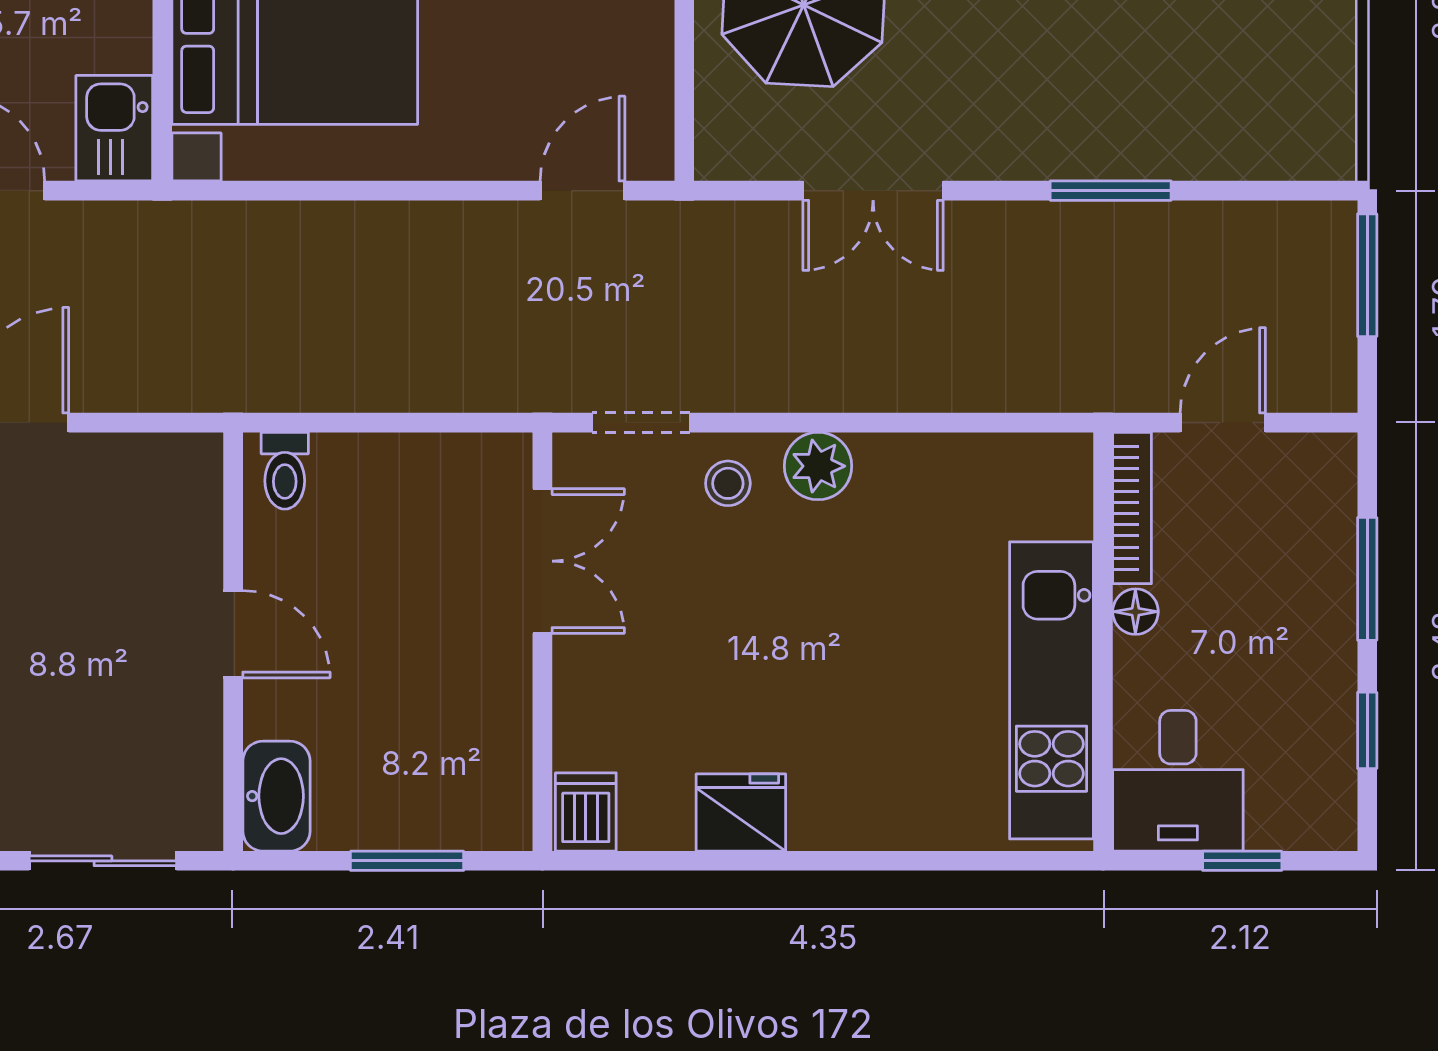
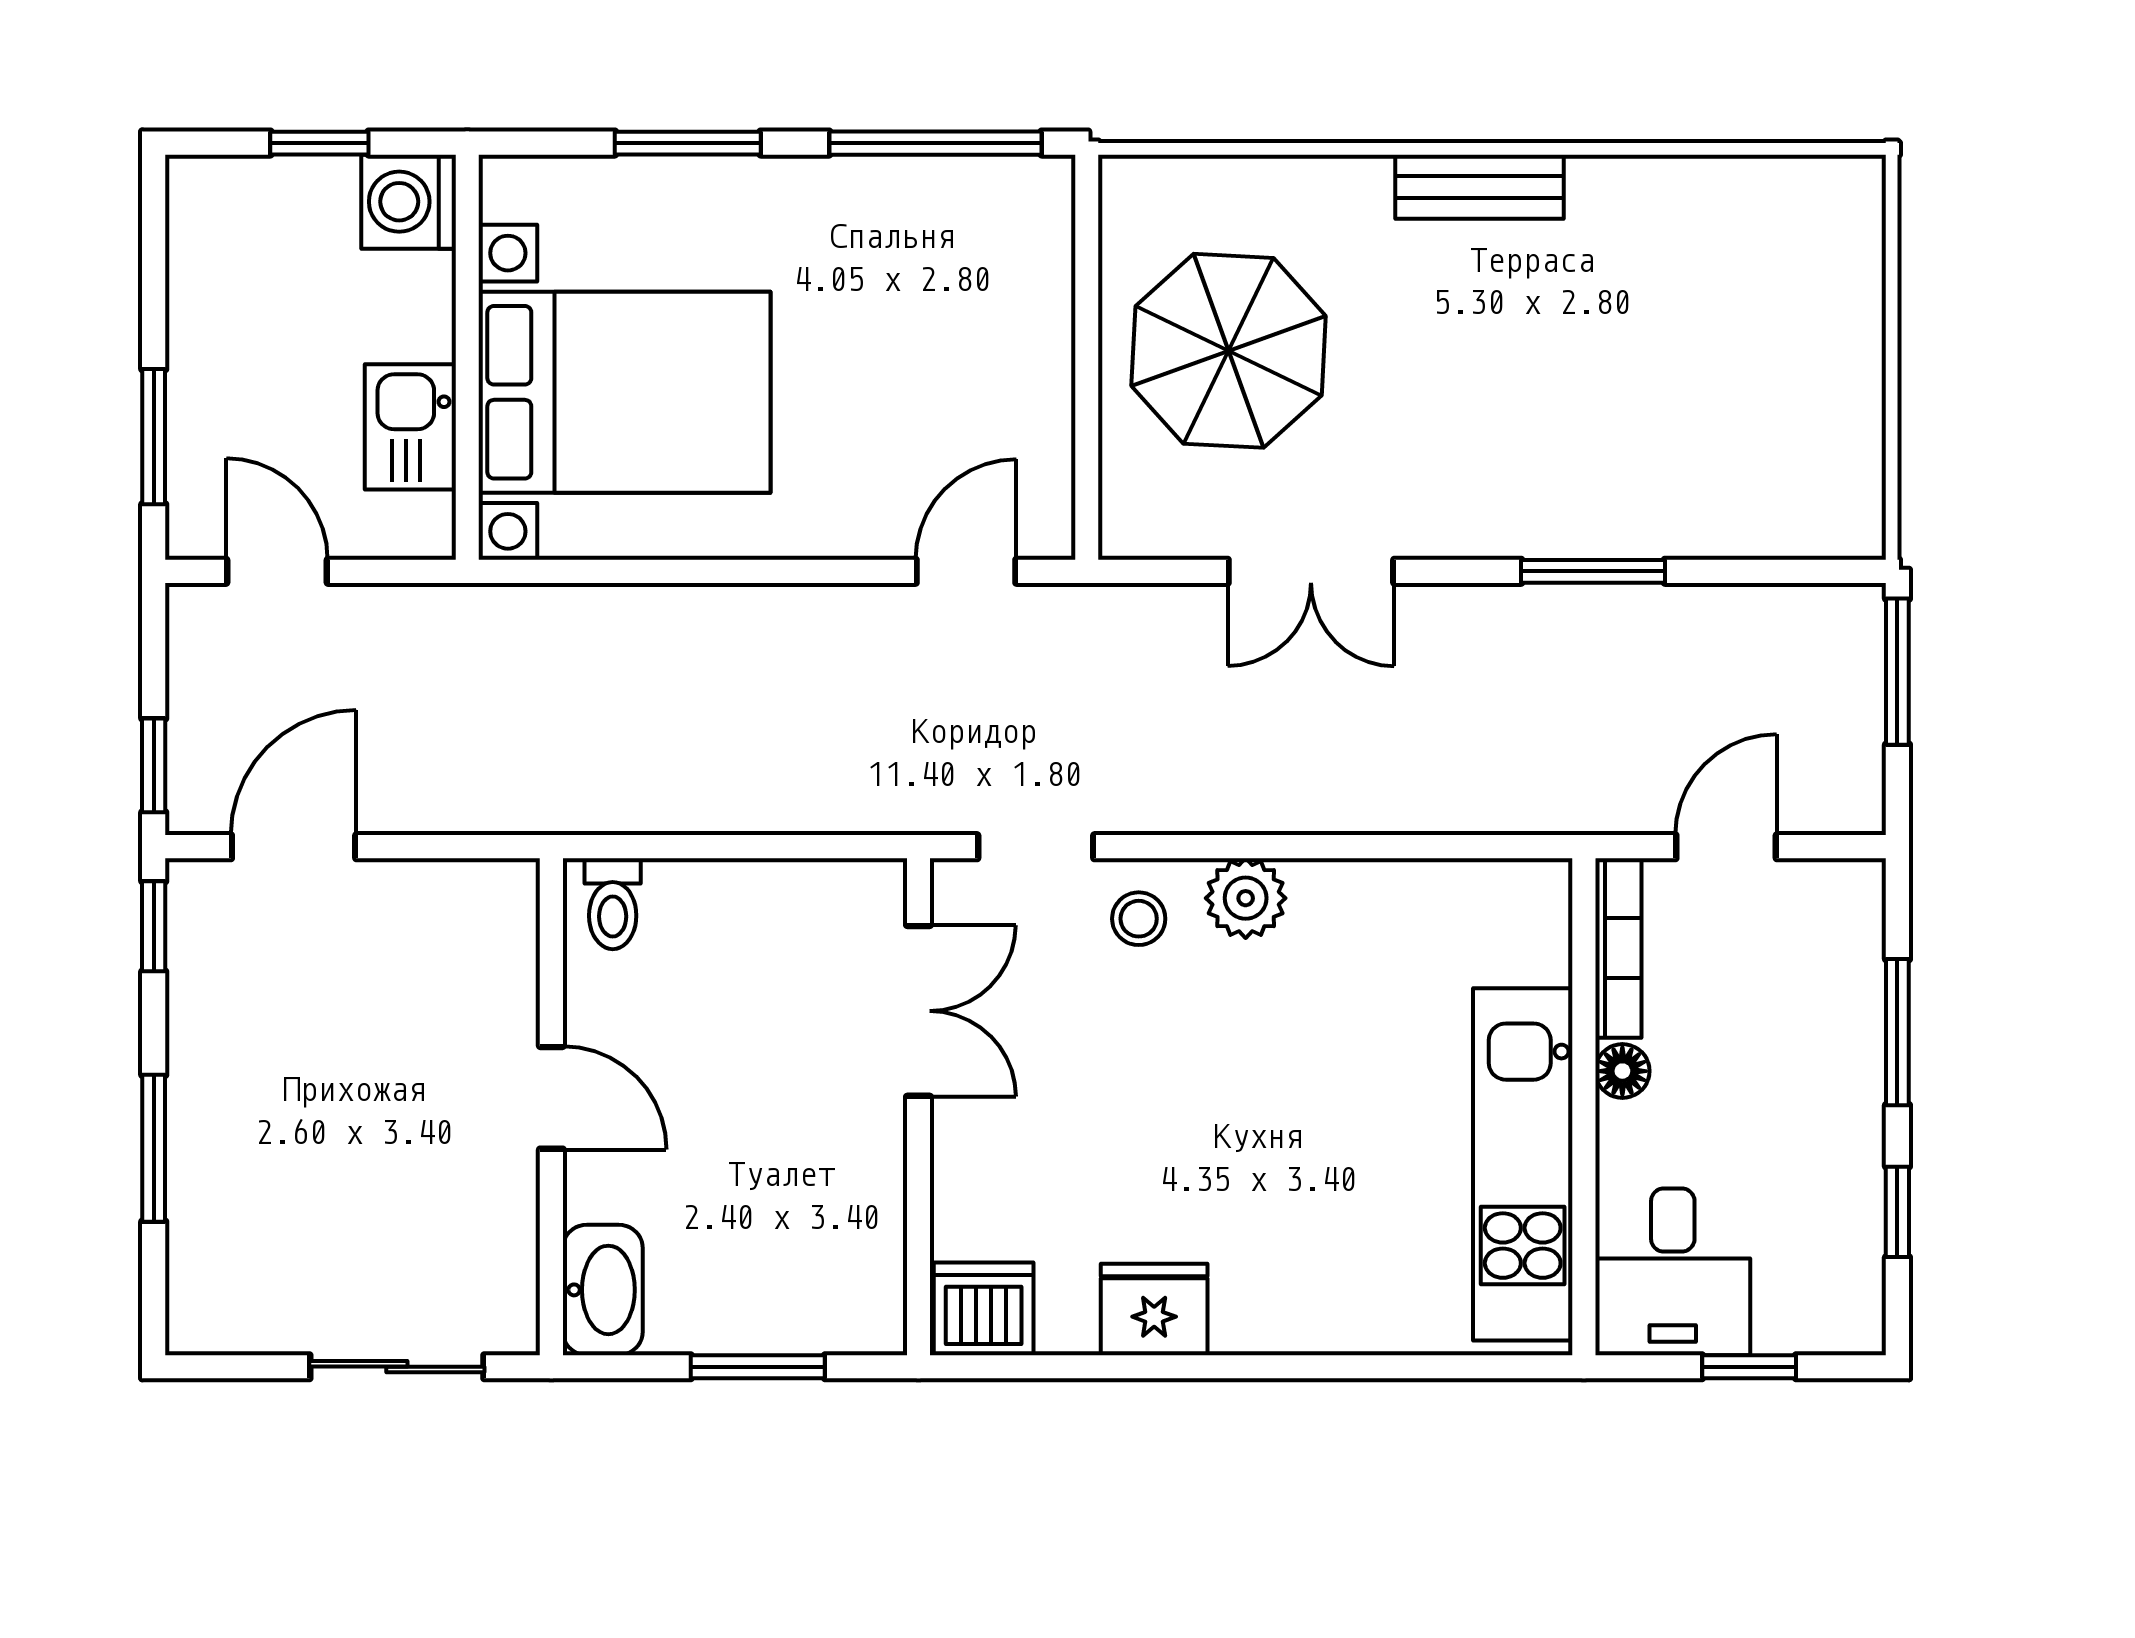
kitchen sink: (114, 128) -> (410, 427), moved
dishwasher: (586, 812) -> (984, 1309), width x1.38

